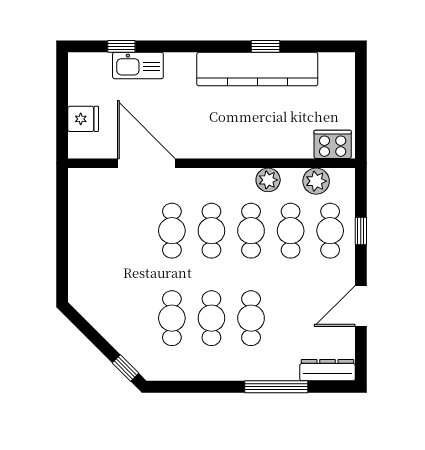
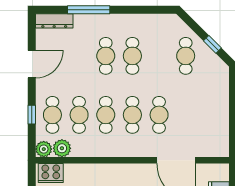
plant: (268, 180) -> (44, 149), moved
cafe table: (172, 318) -> (186, 56), moved
window: (126, 368) -> (212, 44), moved

